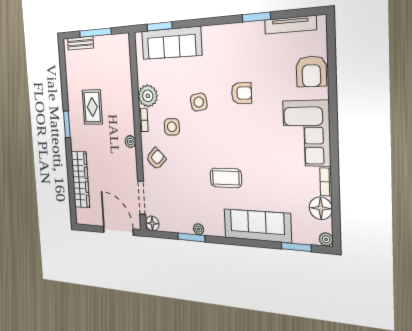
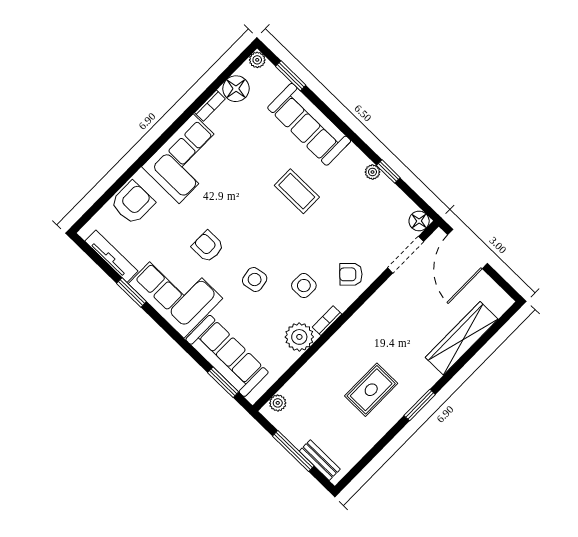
corner sofa: (233, 47) -> (176, 291), added
plant: (130, 142) -> (278, 403), moved
window: (191, 237) -> (388, 171), width x0.67

